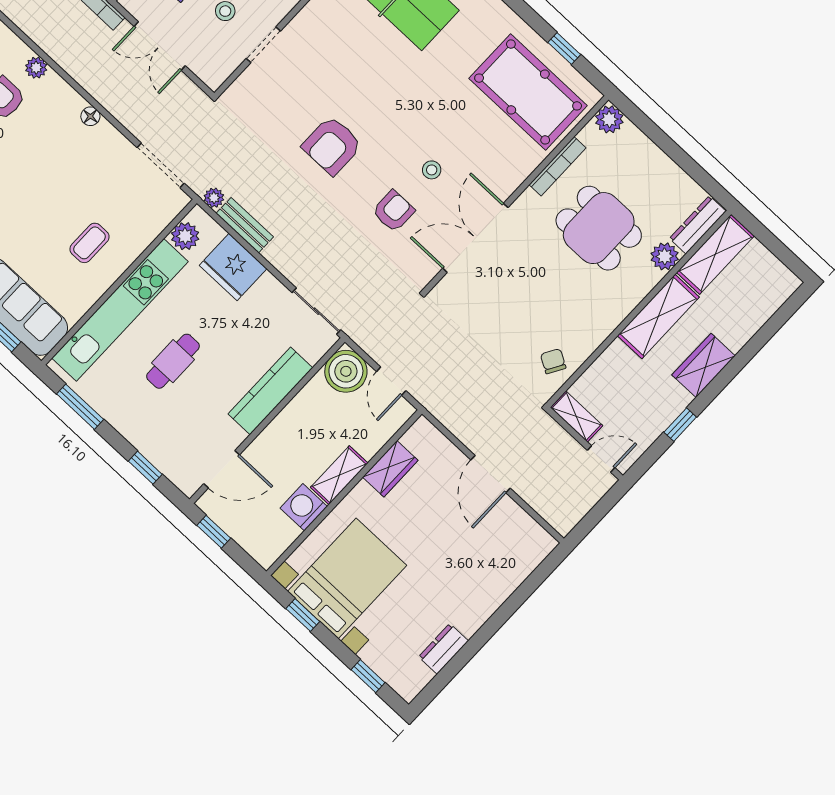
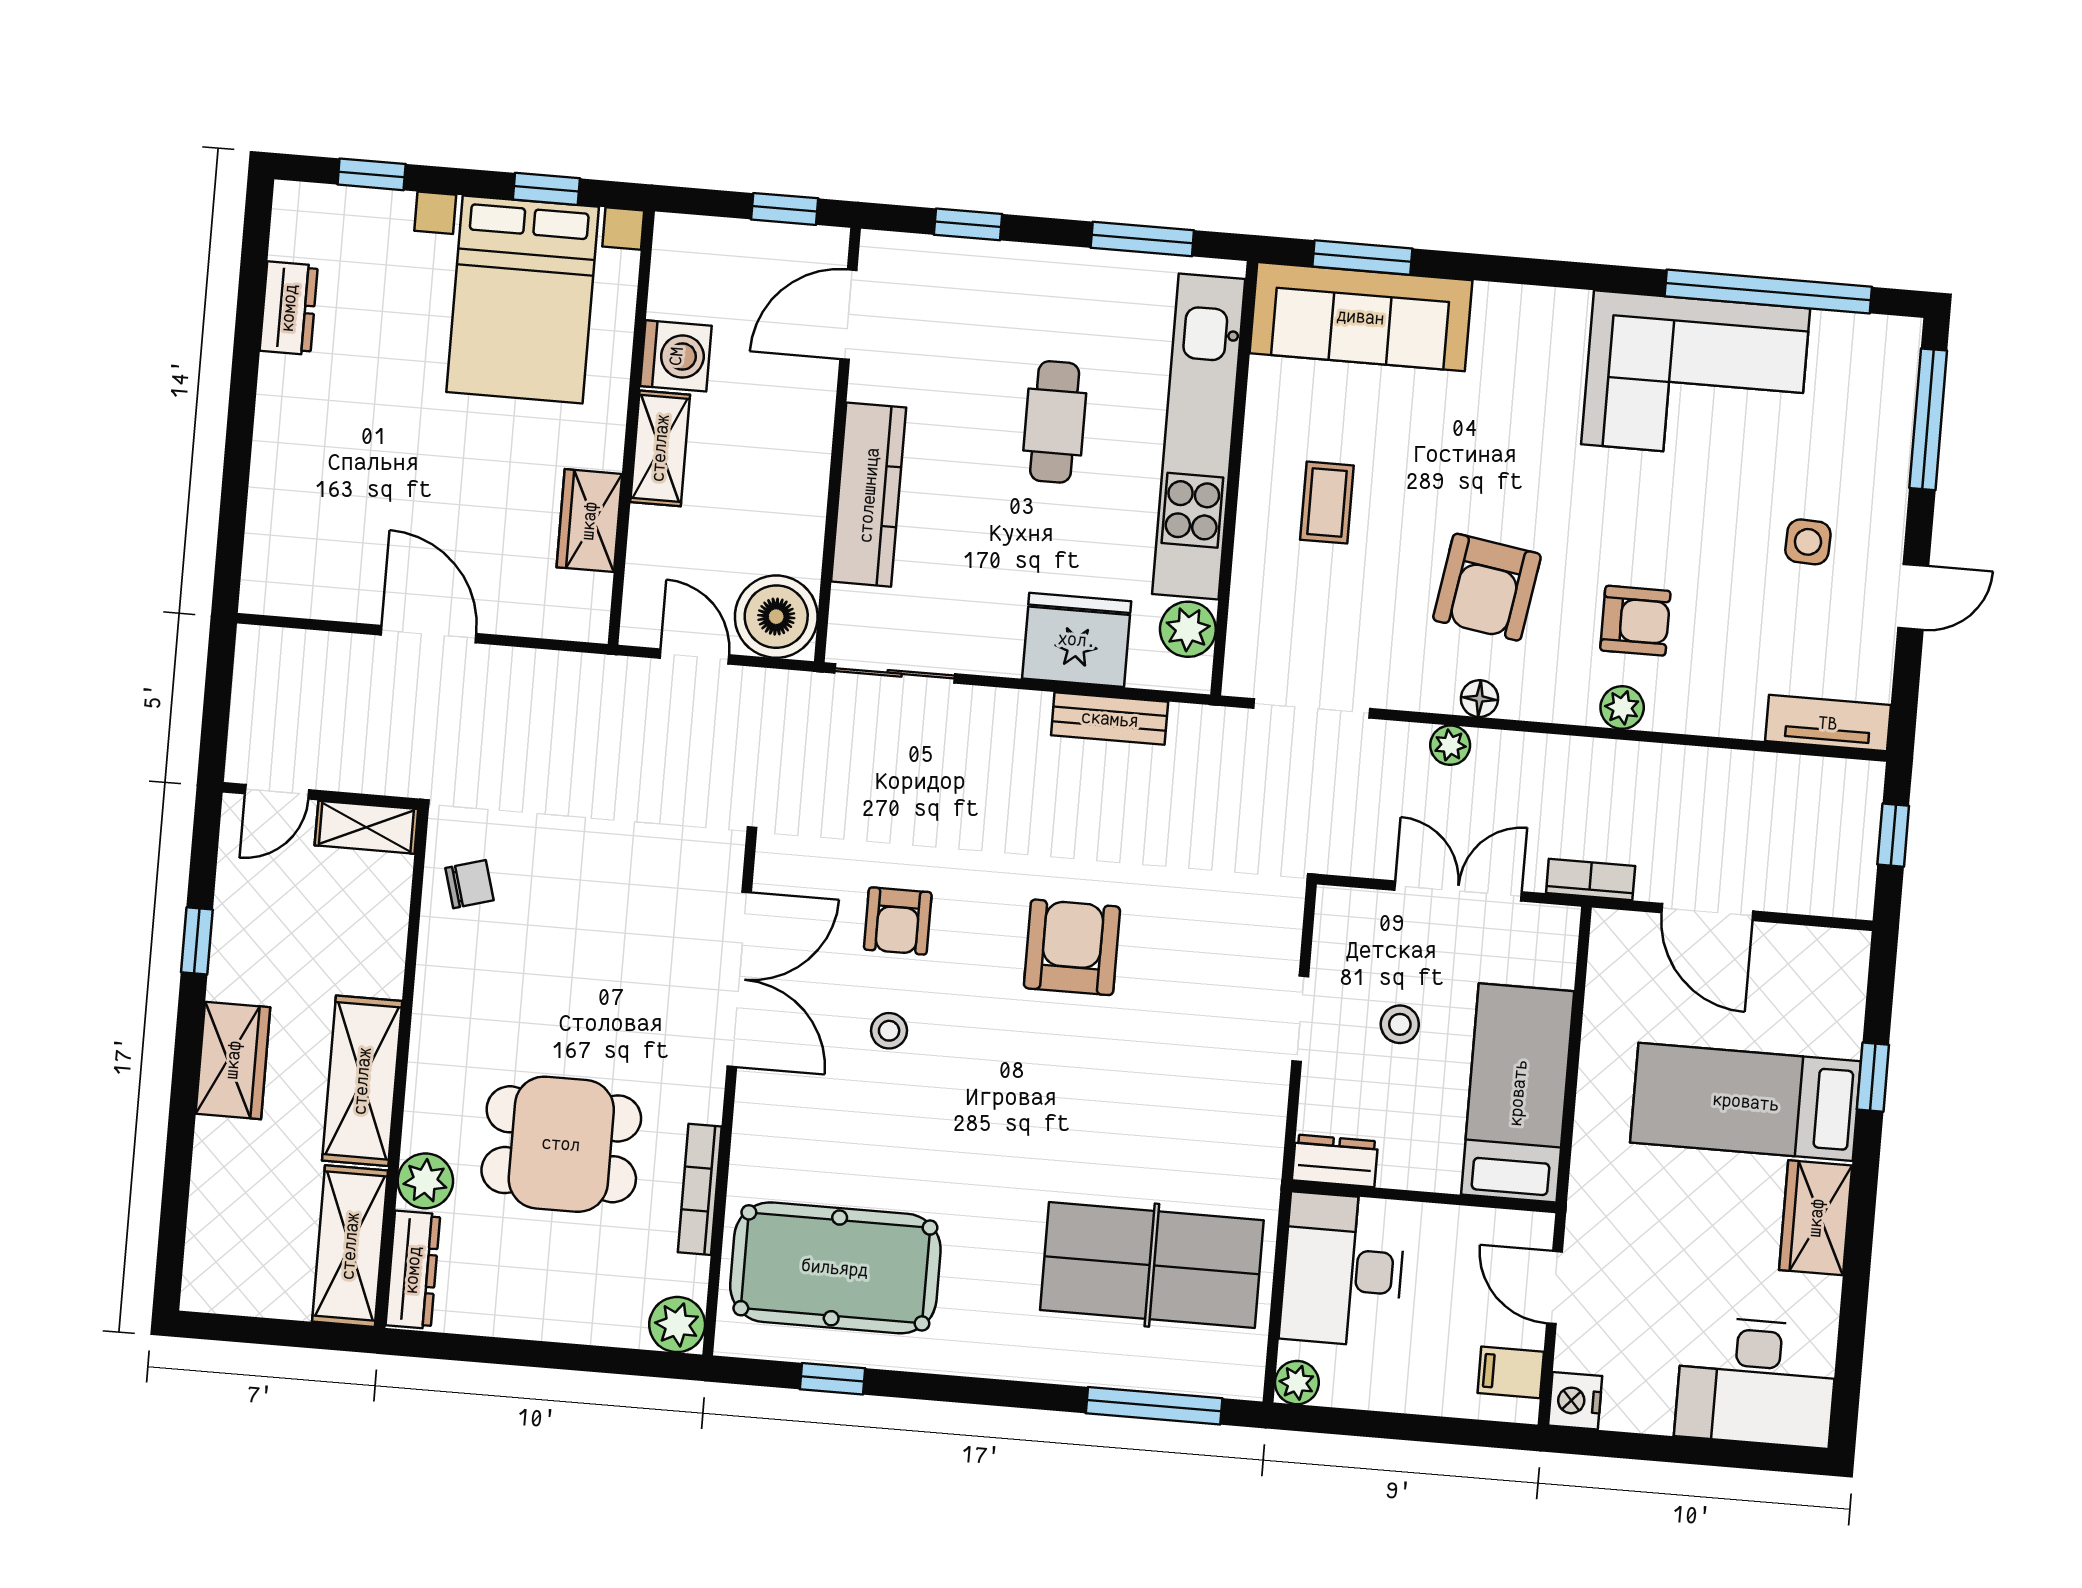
armchair: (52, 158) -> (1487, 587), added
plant: (214, 198) -> (1450, 745), moved
chair: (553, 361) -> (470, 884), turned -46

